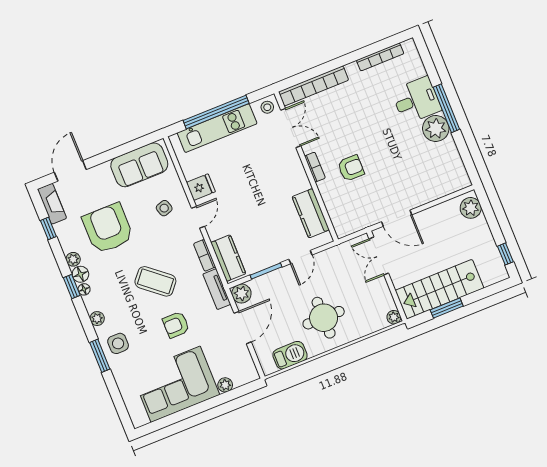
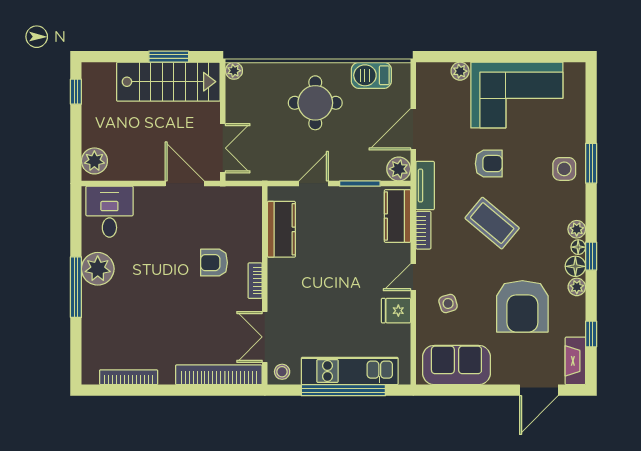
desk: (416, 100) -> (109, 212), moved, turned 90
plant: (97, 319) -> (577, 229), moved

